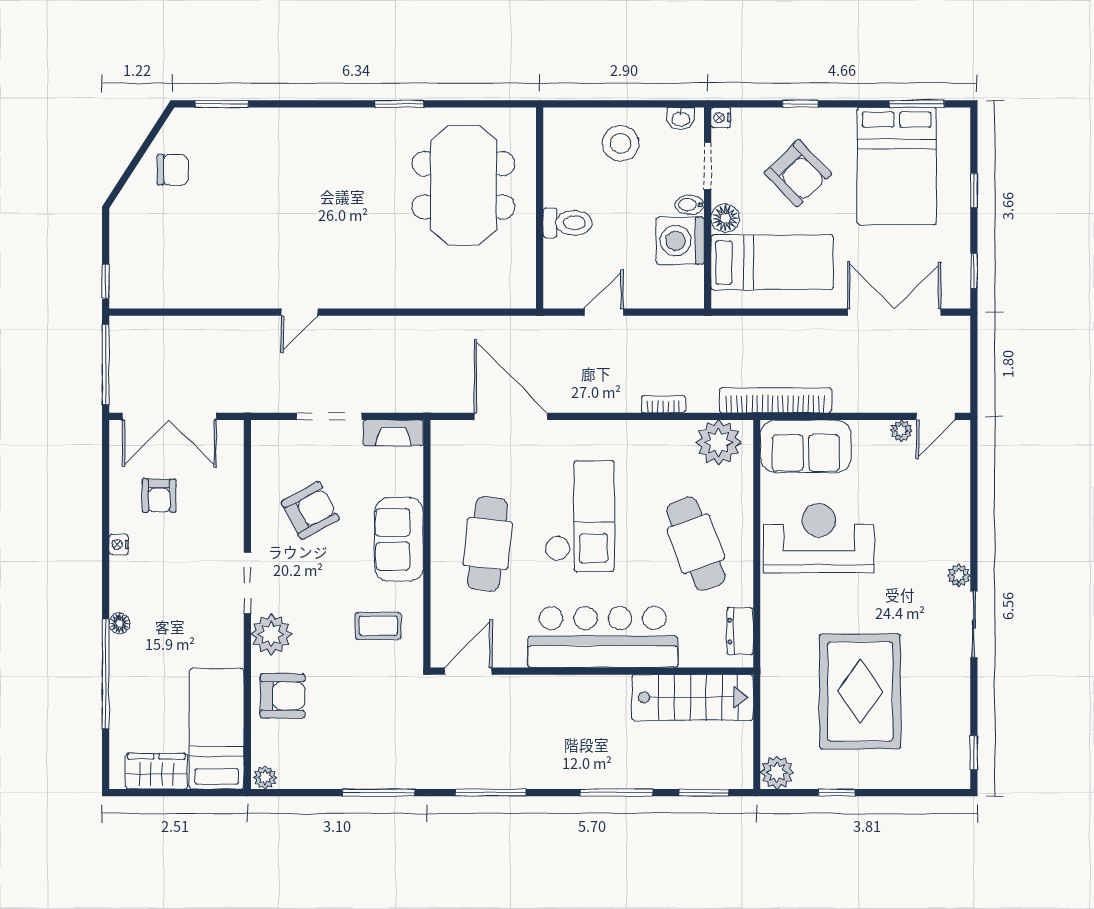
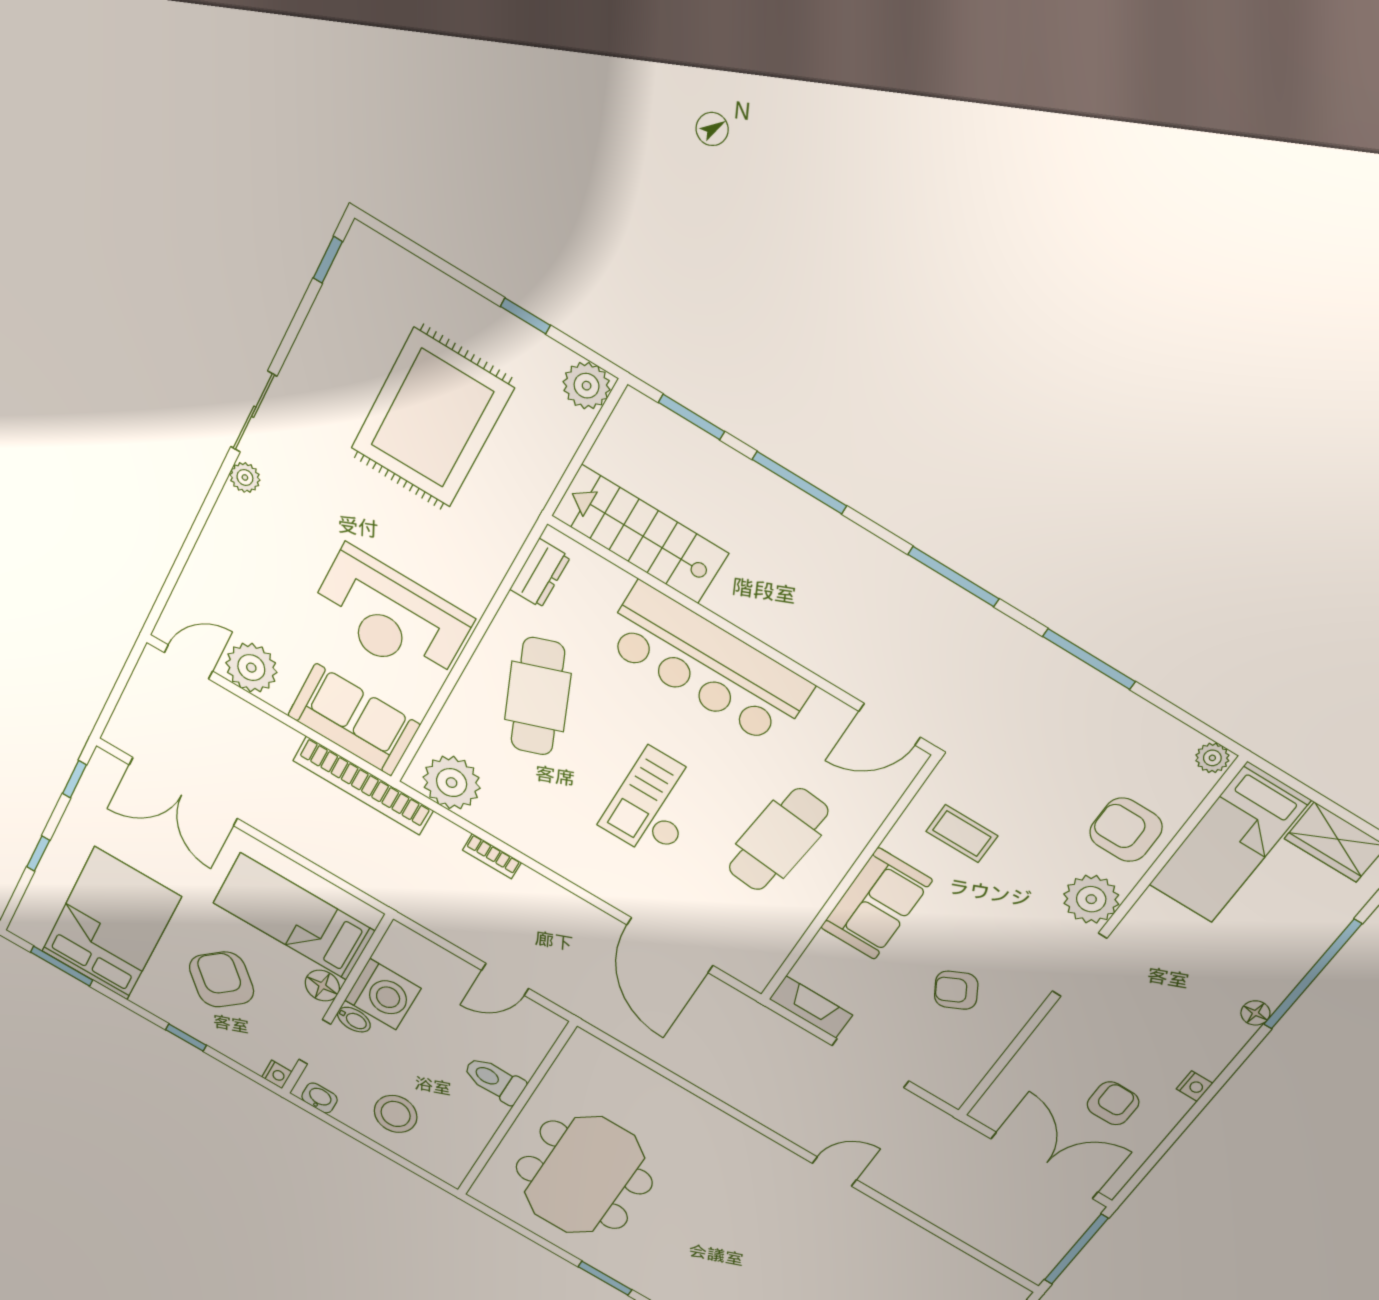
plant: (901, 431) -> (251, 668), width x1.87, depth x1.87
armchair: (310, 511) -> (956, 990), width x0.72, depth x0.72
checkout: (580, 516) -> (655, 804), width x0.73, depth x0.83

